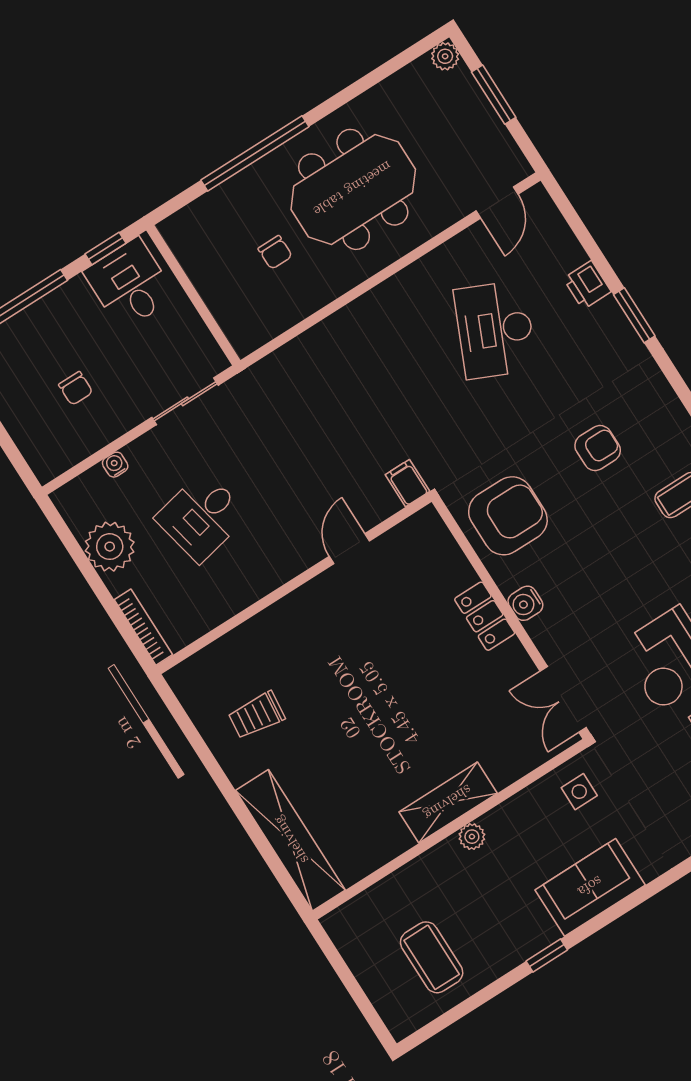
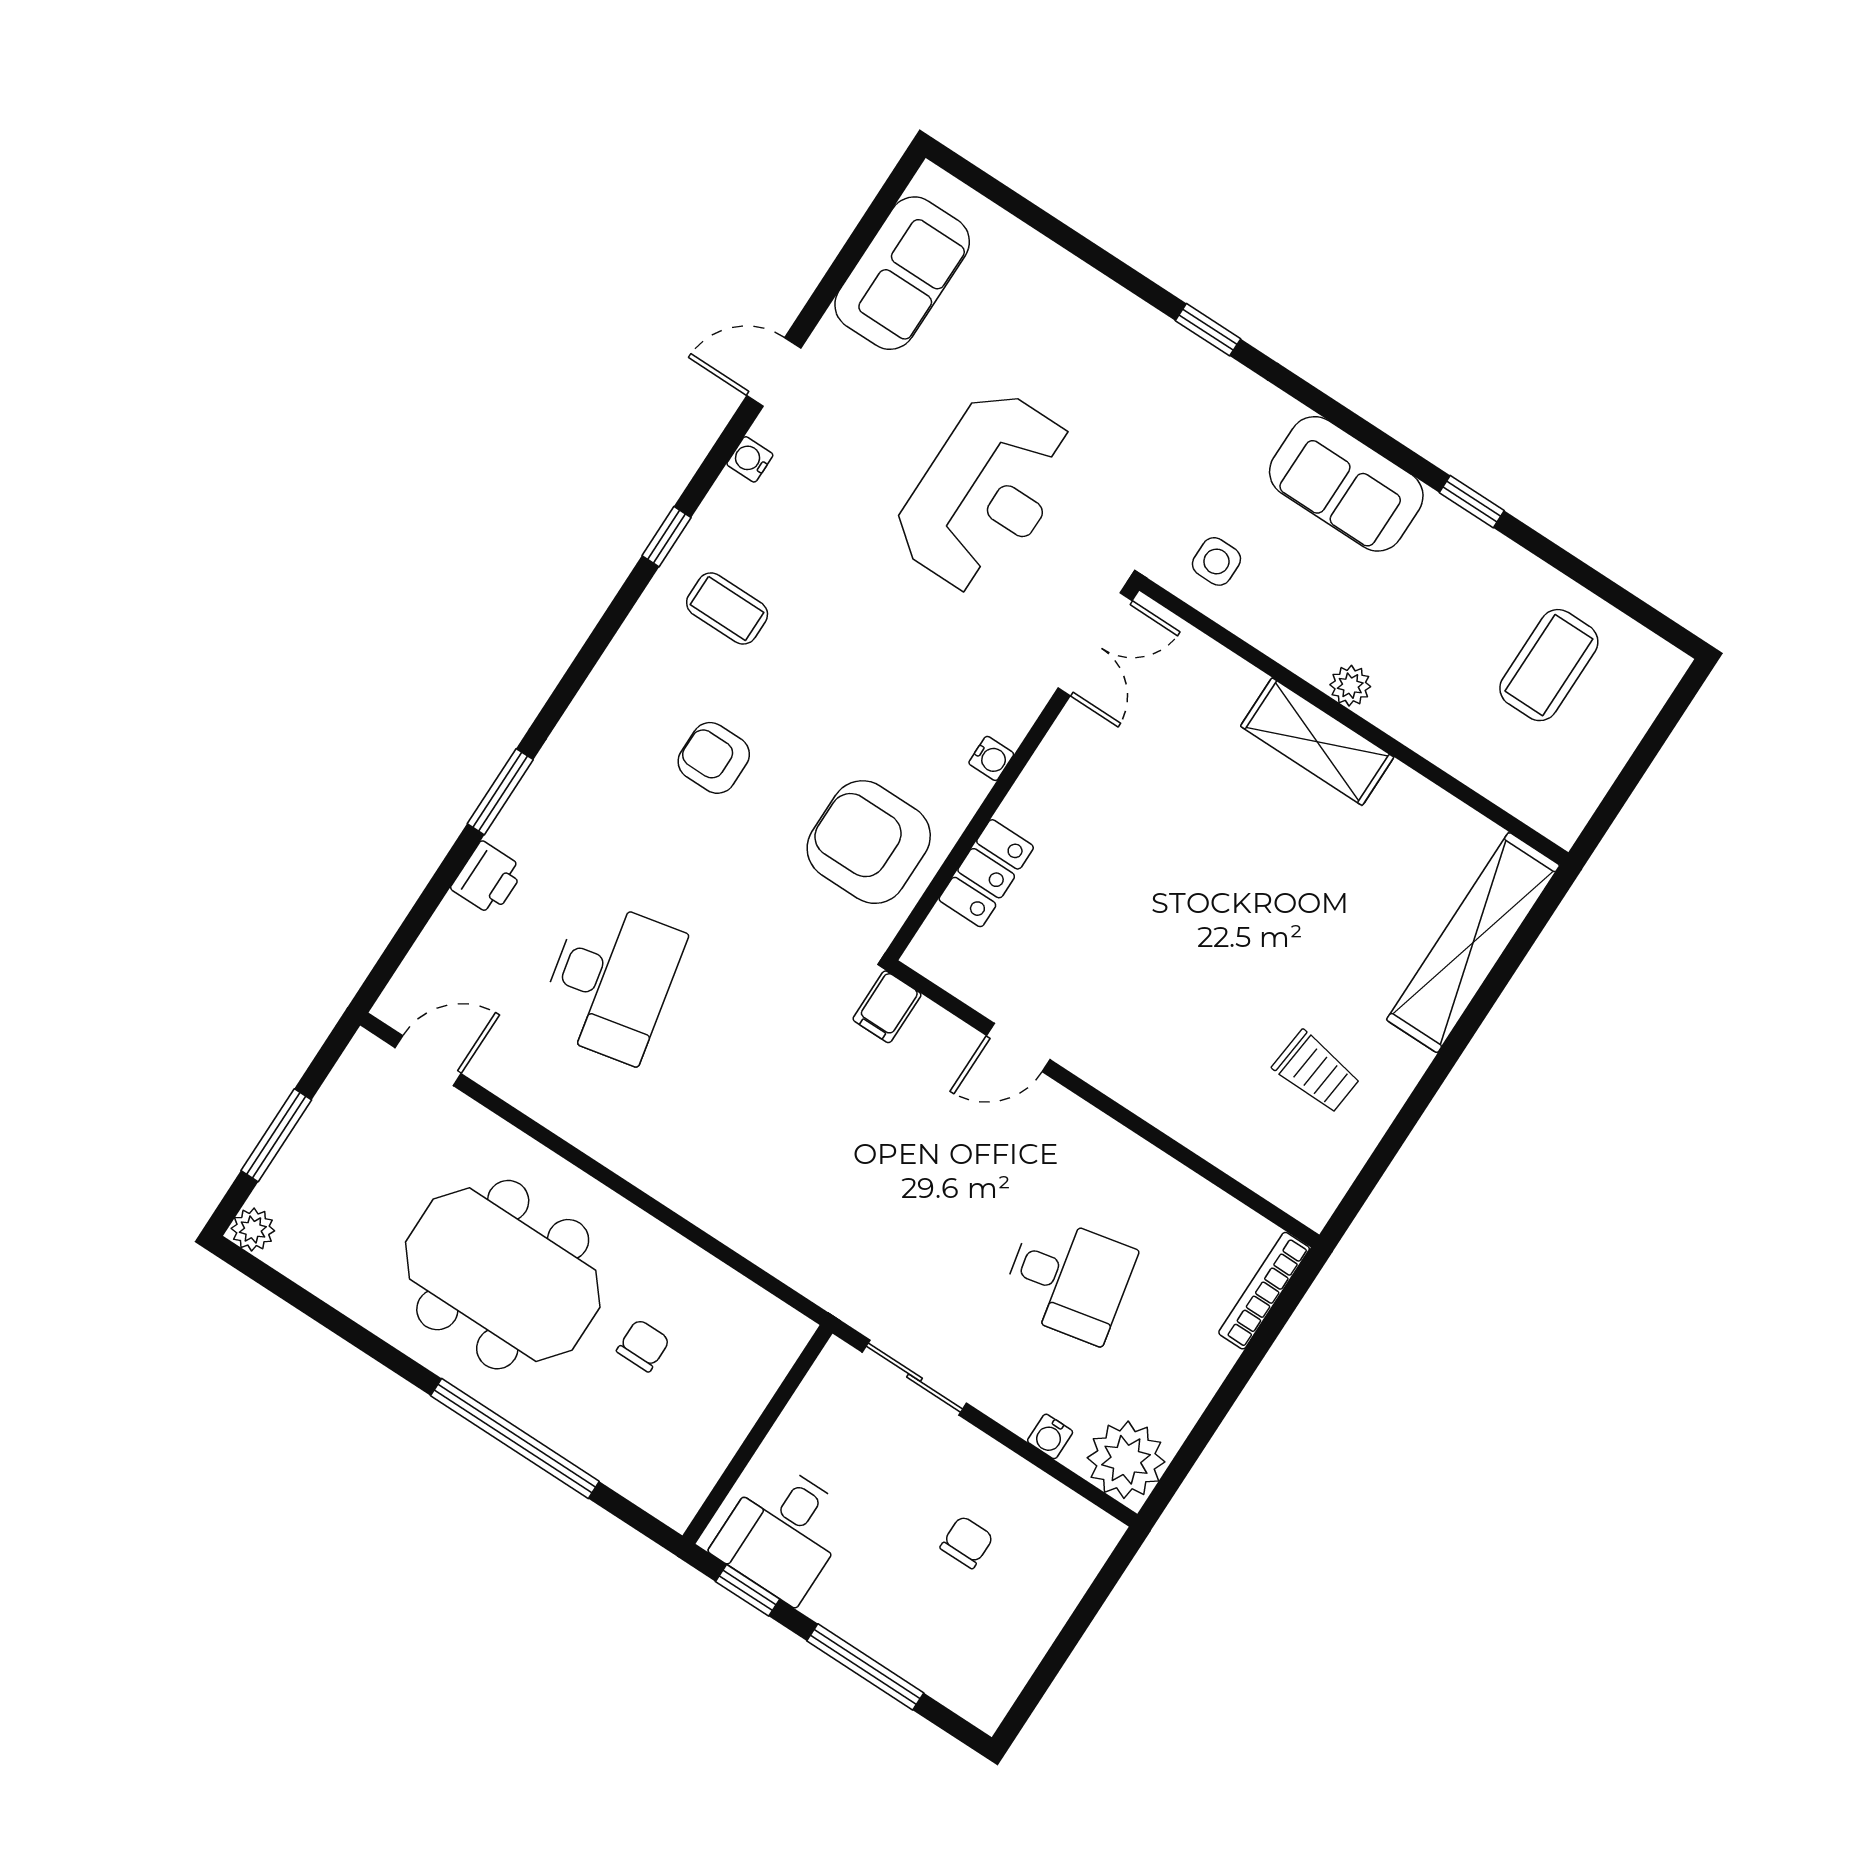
desk: (495, 330) -> (611, 981), turned -36
plant: (110, 547) -> (1126, 1460), moved
water cooler: (525, 603) -> (991, 758), width x0.72, depth x0.72
locker: (485, 616) -> (986, 873), moved

